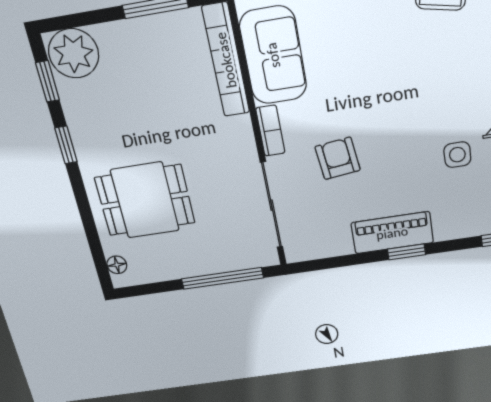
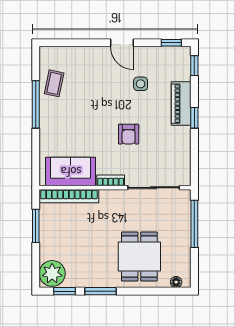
window: (66, 145) -> (100, 291), width x1.50
armchair: (338, 158) -> (129, 134), moved, turned -83
piano: (392, 233) -> (181, 104), moved

